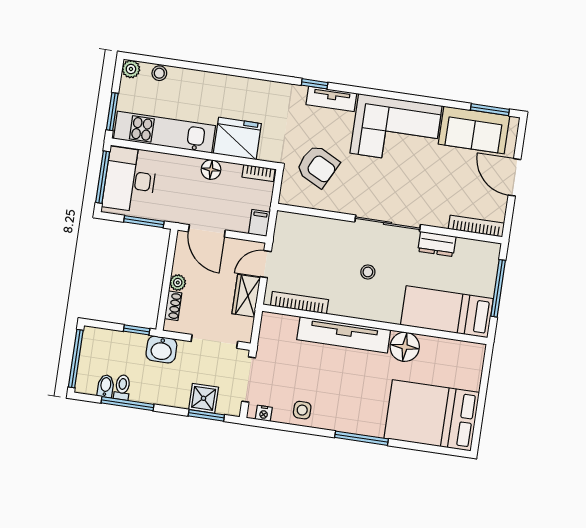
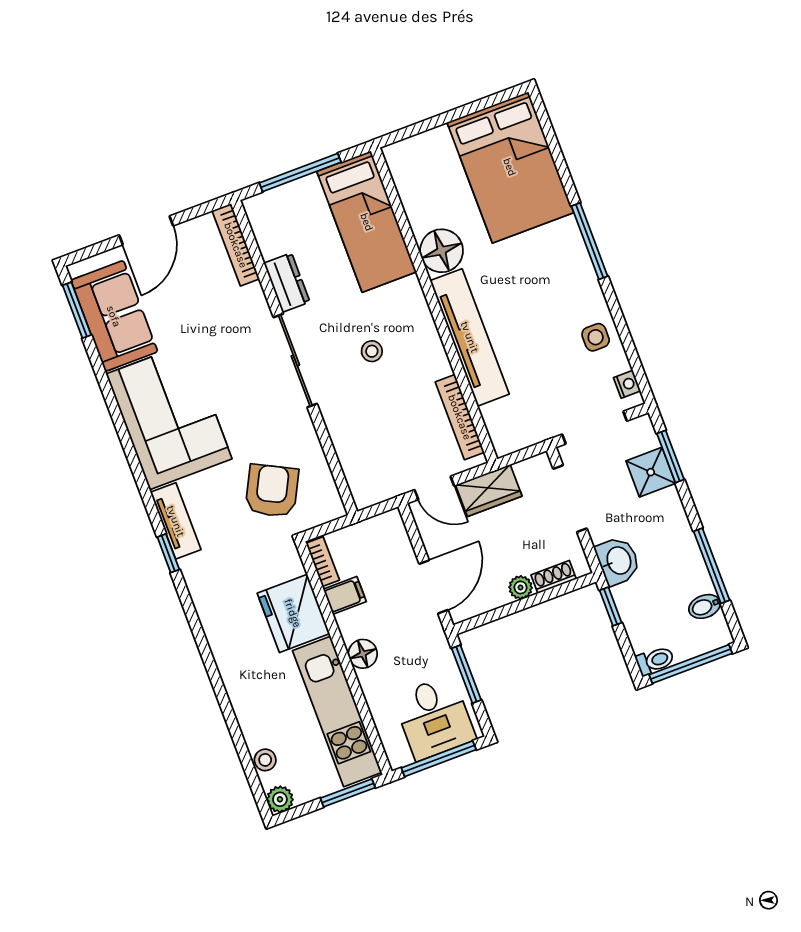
floor lamp: (211, 170) -> (363, 654), moved
desk: (130, 180) -> (434, 718), width x0.73
filing cabinet: (259, 223) -> (345, 595), moved, turned 180
toilet: (122, 387) -> (655, 661), moved, turned 180

